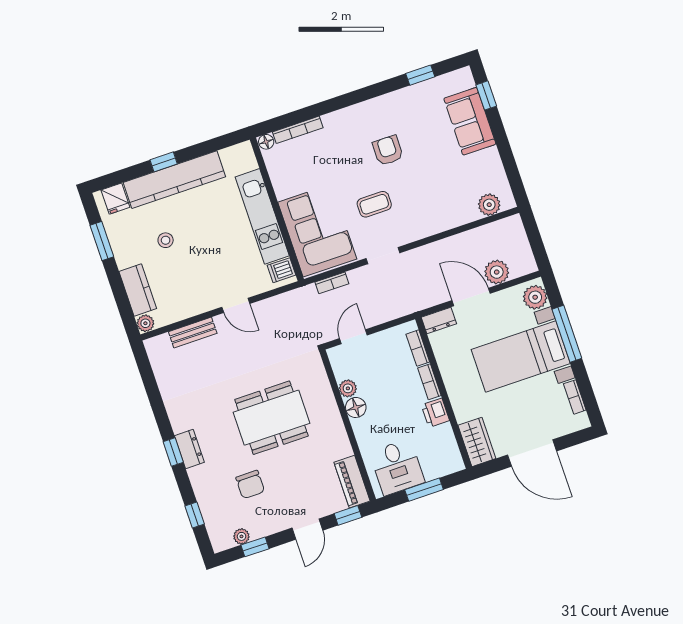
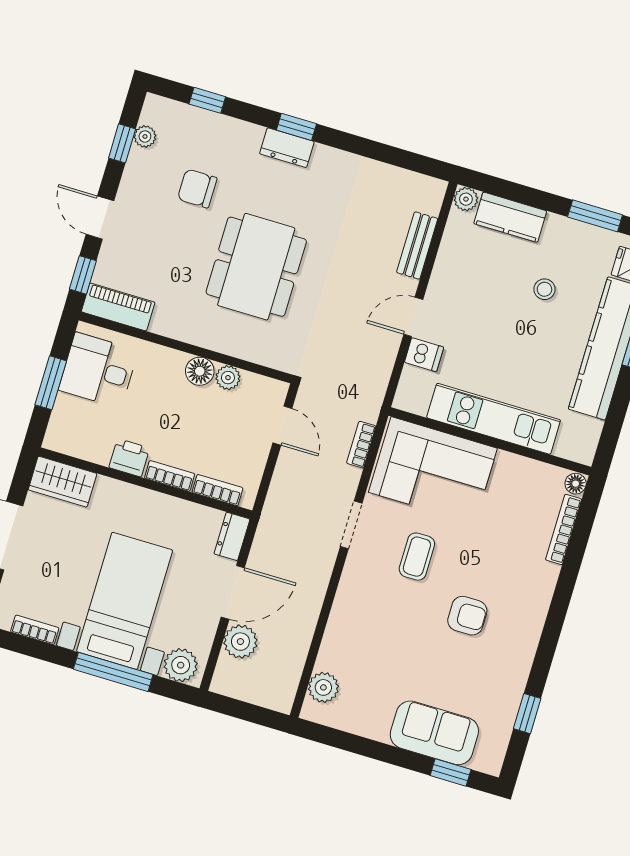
dishwasher: (281, 270) -> (424, 355), moved, turned 90

